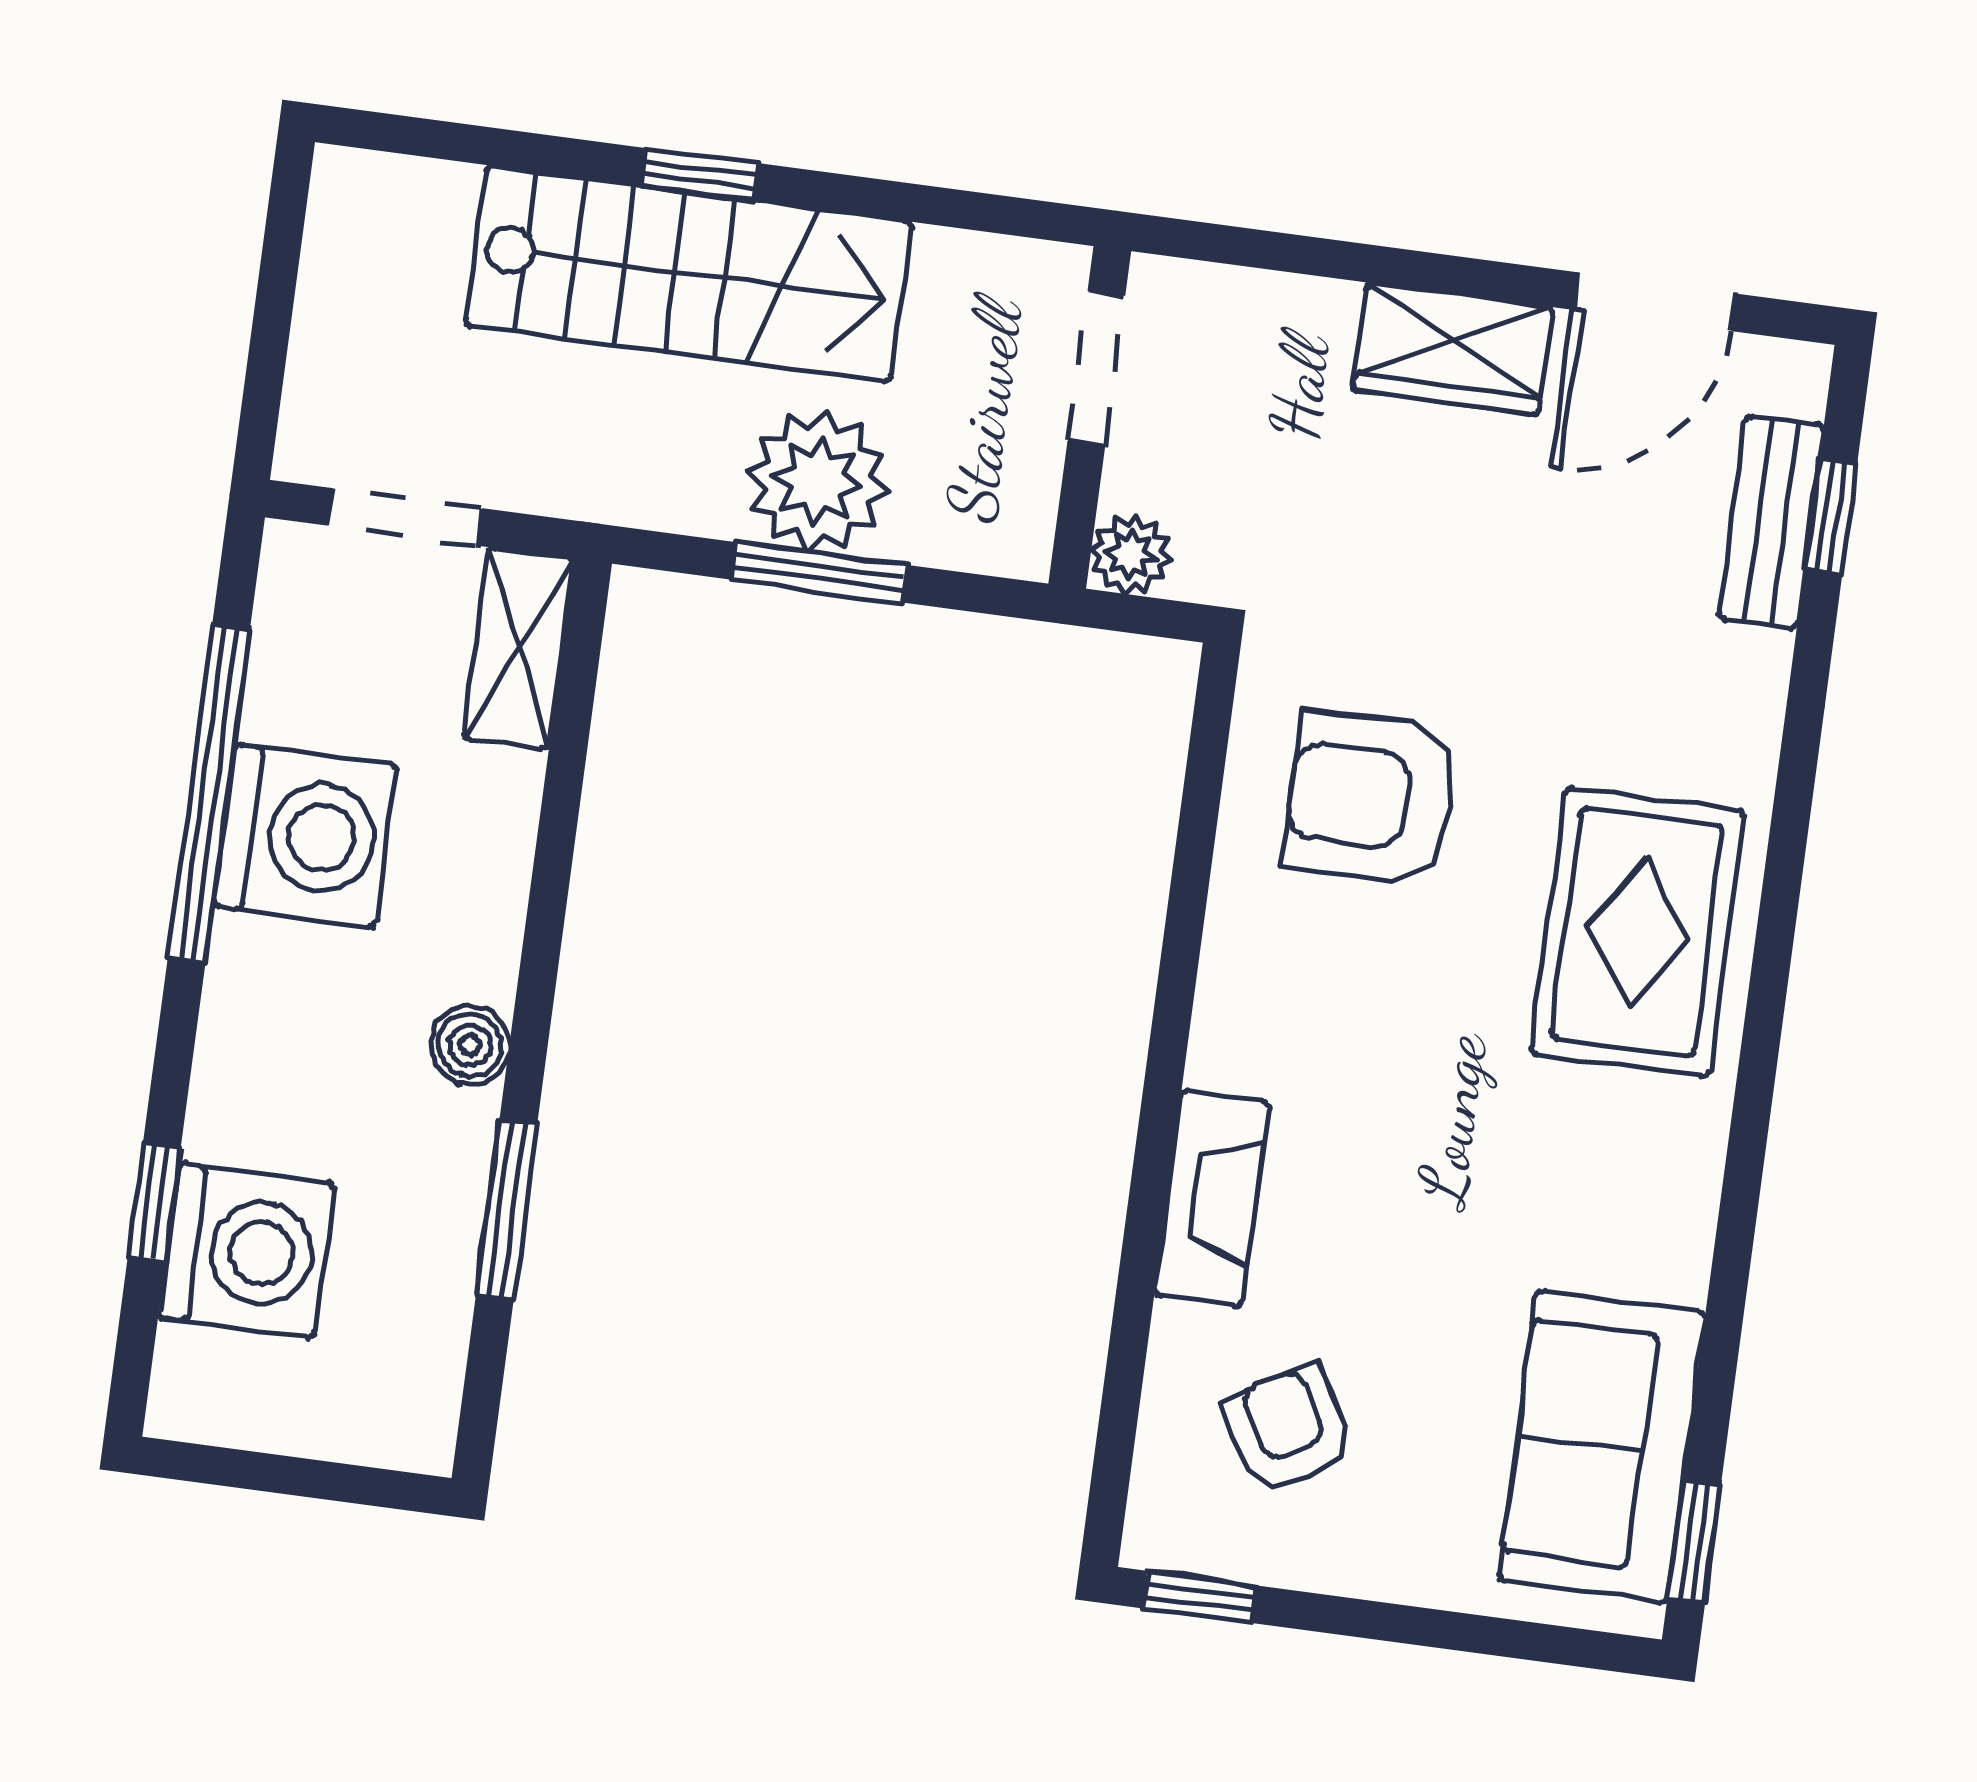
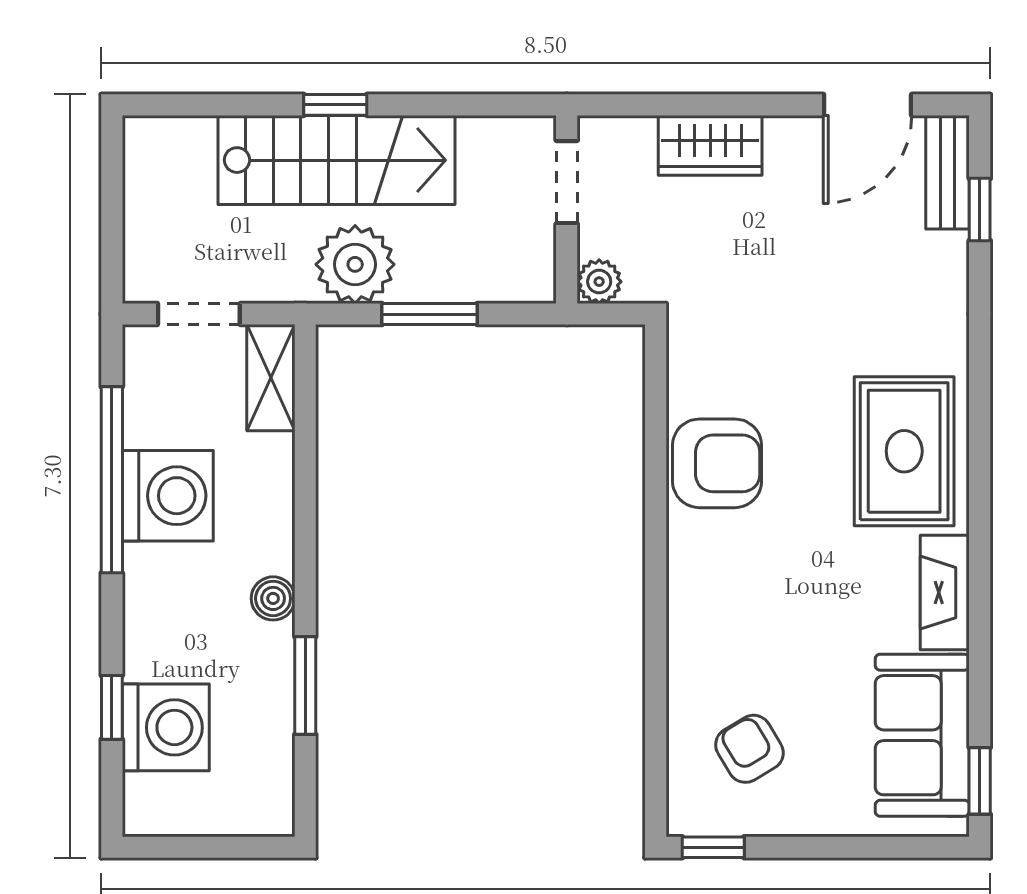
wardrobe: (1452, 349) -> (710, 145), moved
plant: (817, 481) -> (355, 264), moved
bench: (1771, 522) -> (948, 172), moved
armchair: (1371, 798) -> (717, 463), moved, turned 180
fireplace: (1212, 1198) -> (945, 593), moved, turned 180

